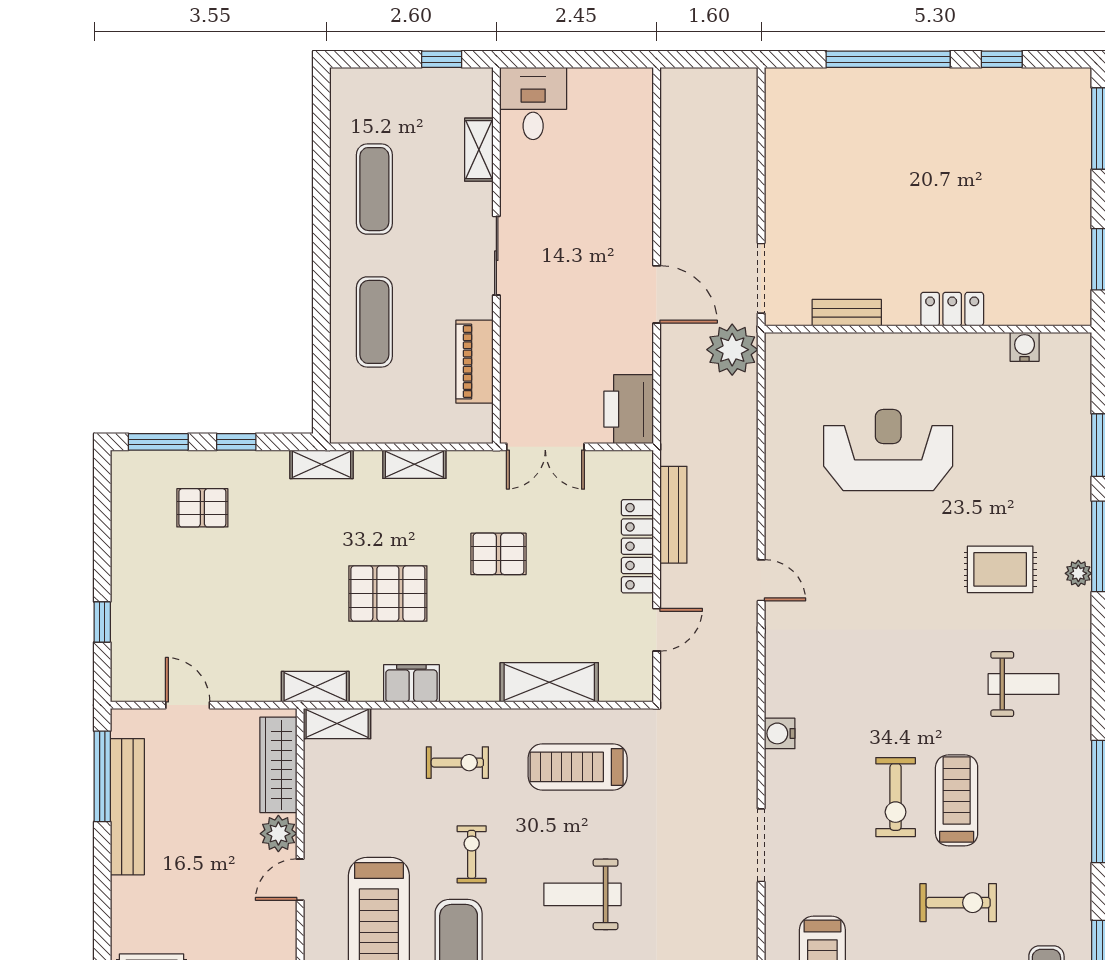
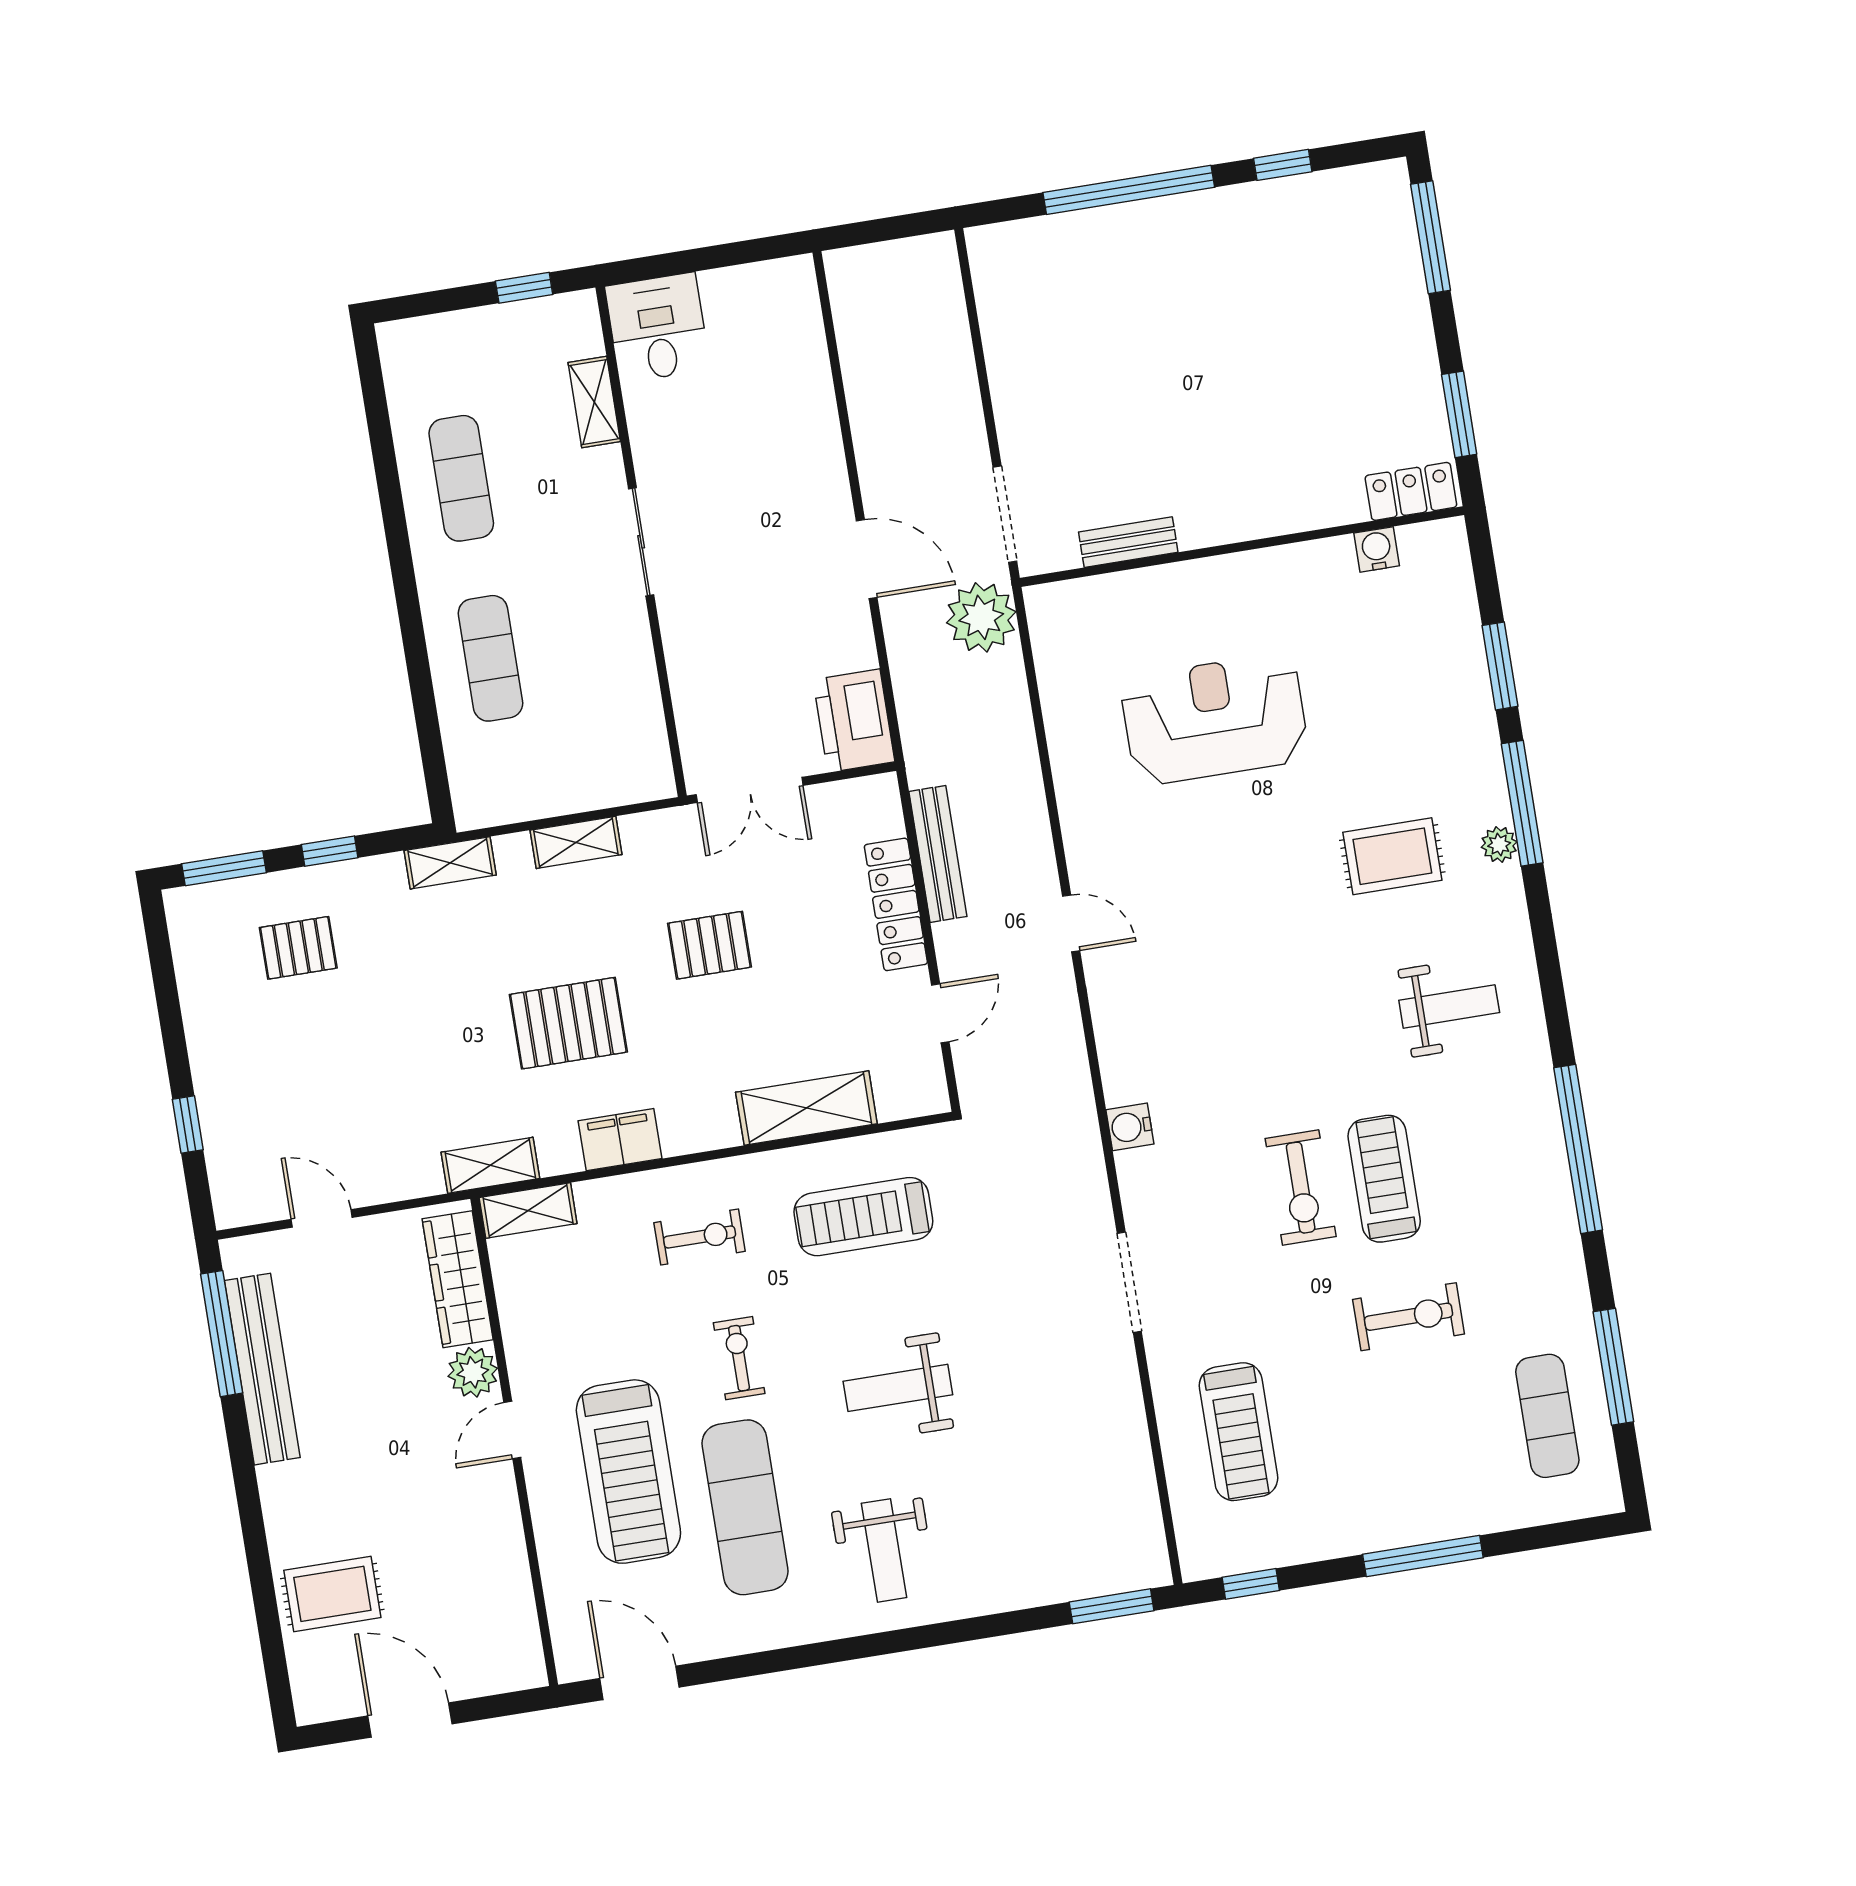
locker: (952, 309) -> (1411, 491), moved
piano: (474, 362) -> (635, 690), removed

